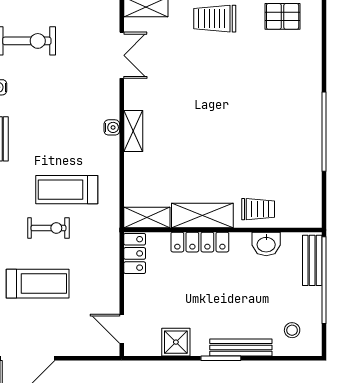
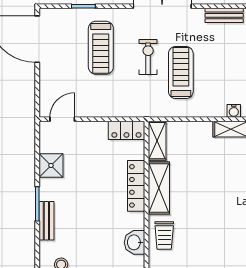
exercise bike: (49, 228) -> (148, 57), turned 180
bench: (241, 347) -> (46, 221), width x0.73

